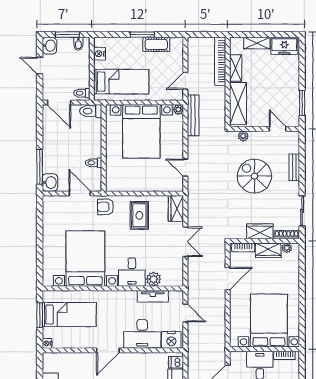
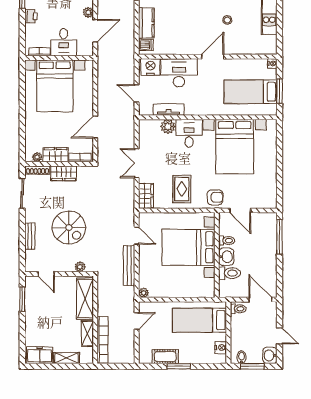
toilet: (91, 111) -> (229, 273), moved
bench: (193, 115) -> (129, 266), moved
bed with nightstands: (141, 131) -> (189, 247), moved, turned -90
washbasin: (50, 183) -> (226, 257), moved, turned 180

